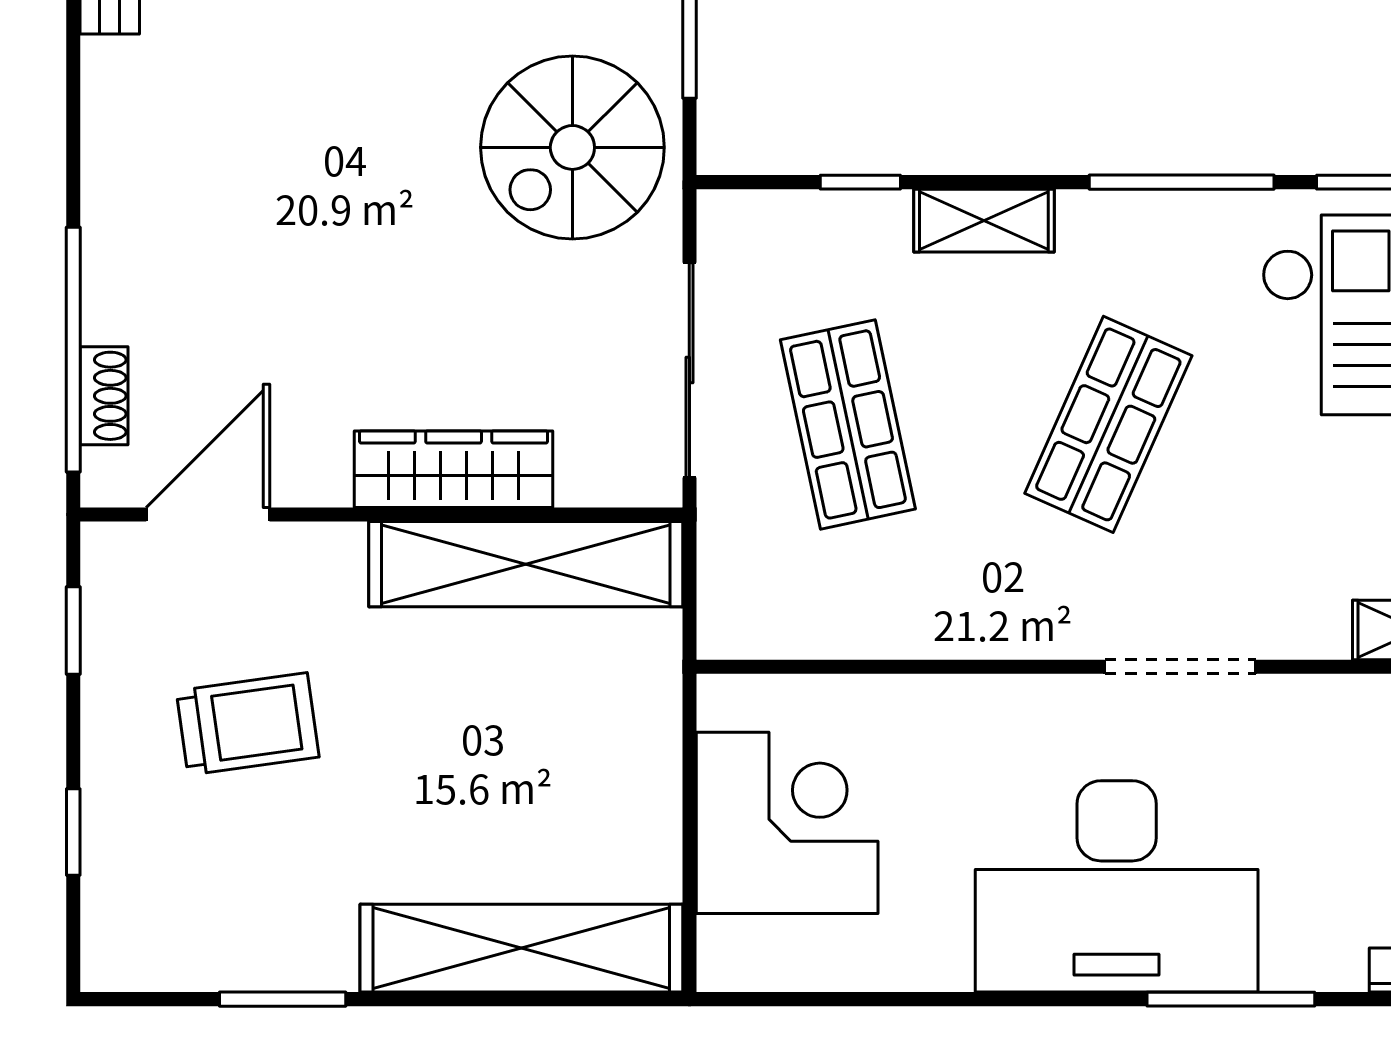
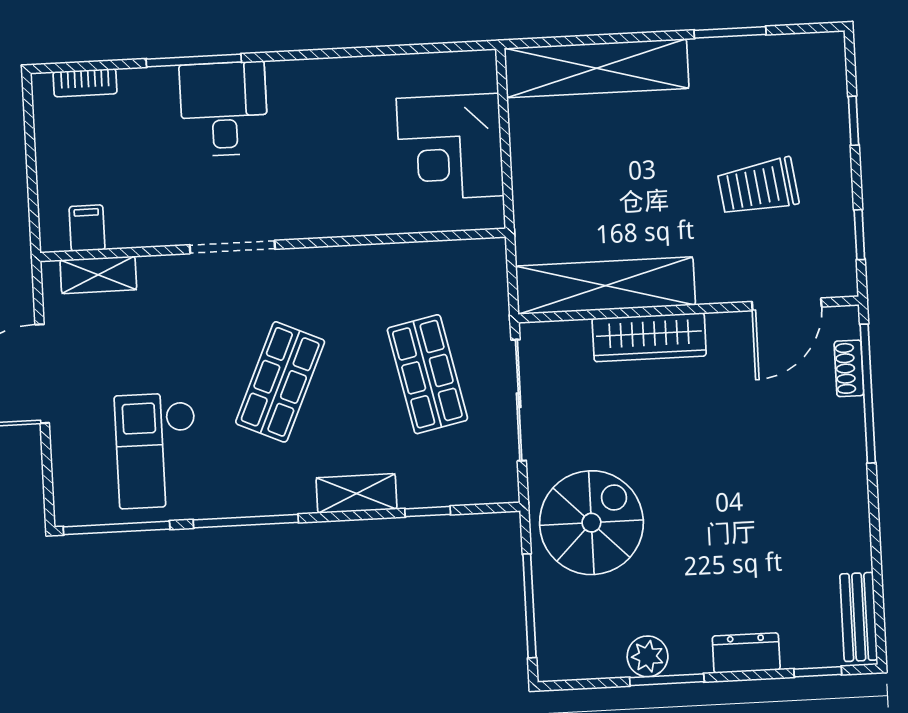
desk: (1117, 886) -> (224, 109), width x0.53, depth x0.77

